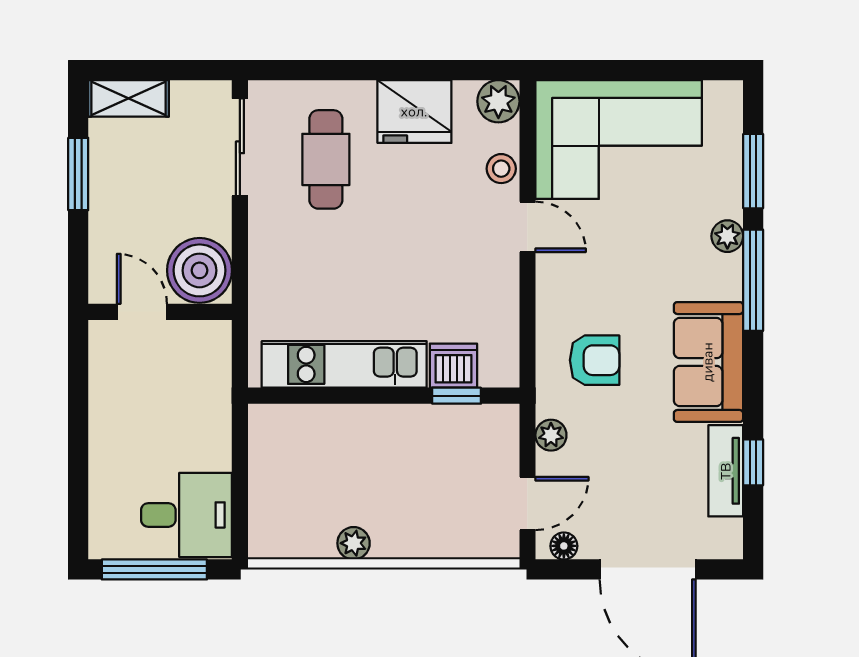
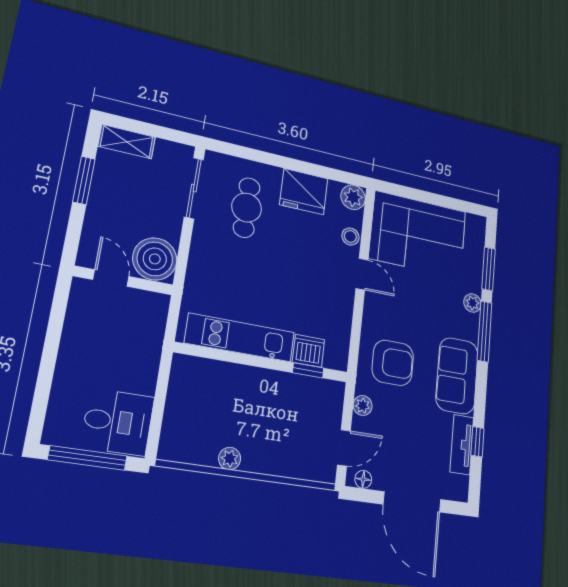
armchair: (595, 360) -> (393, 363), width x1.38, depth x1.38

